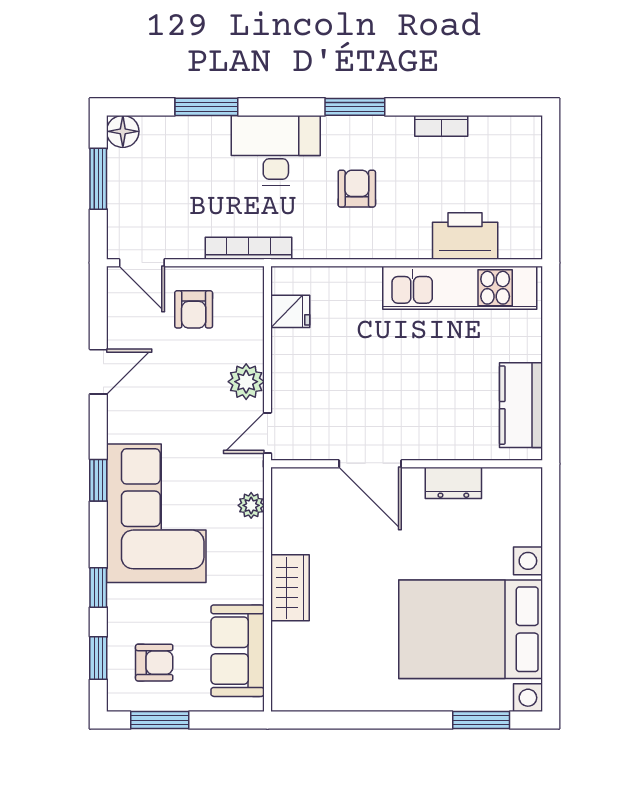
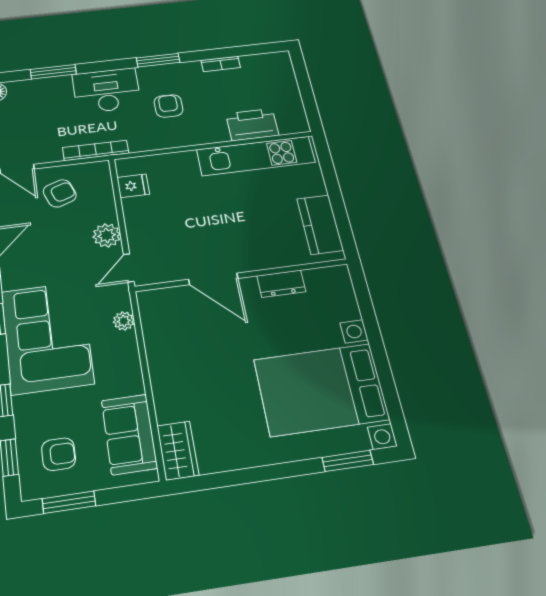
armchair: (194, 309) -> (60, 193), turned -110
wardrobe: (290, 588) -> (178, 450), moved

